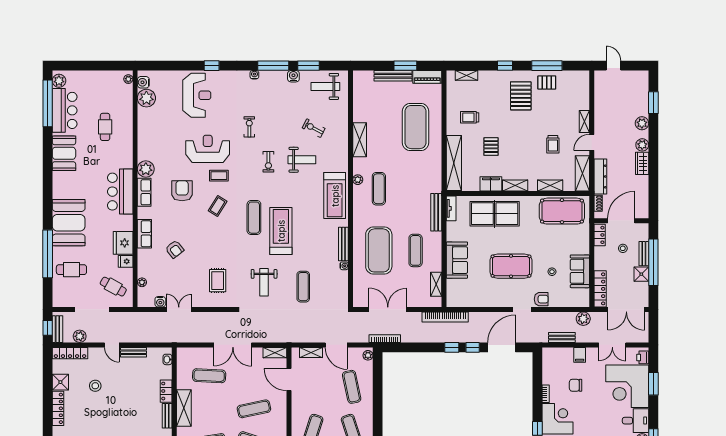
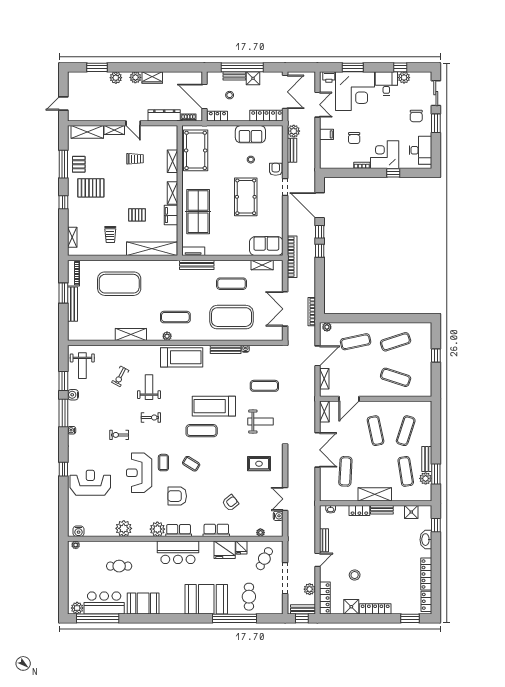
plant: (146, 98) -> (124, 528), moved
shelving: (582, 173) -> (87, 132), moved
sofa: (457, 260) -> (266, 246), moved
bench: (562, 337) -> (292, 150), moved

